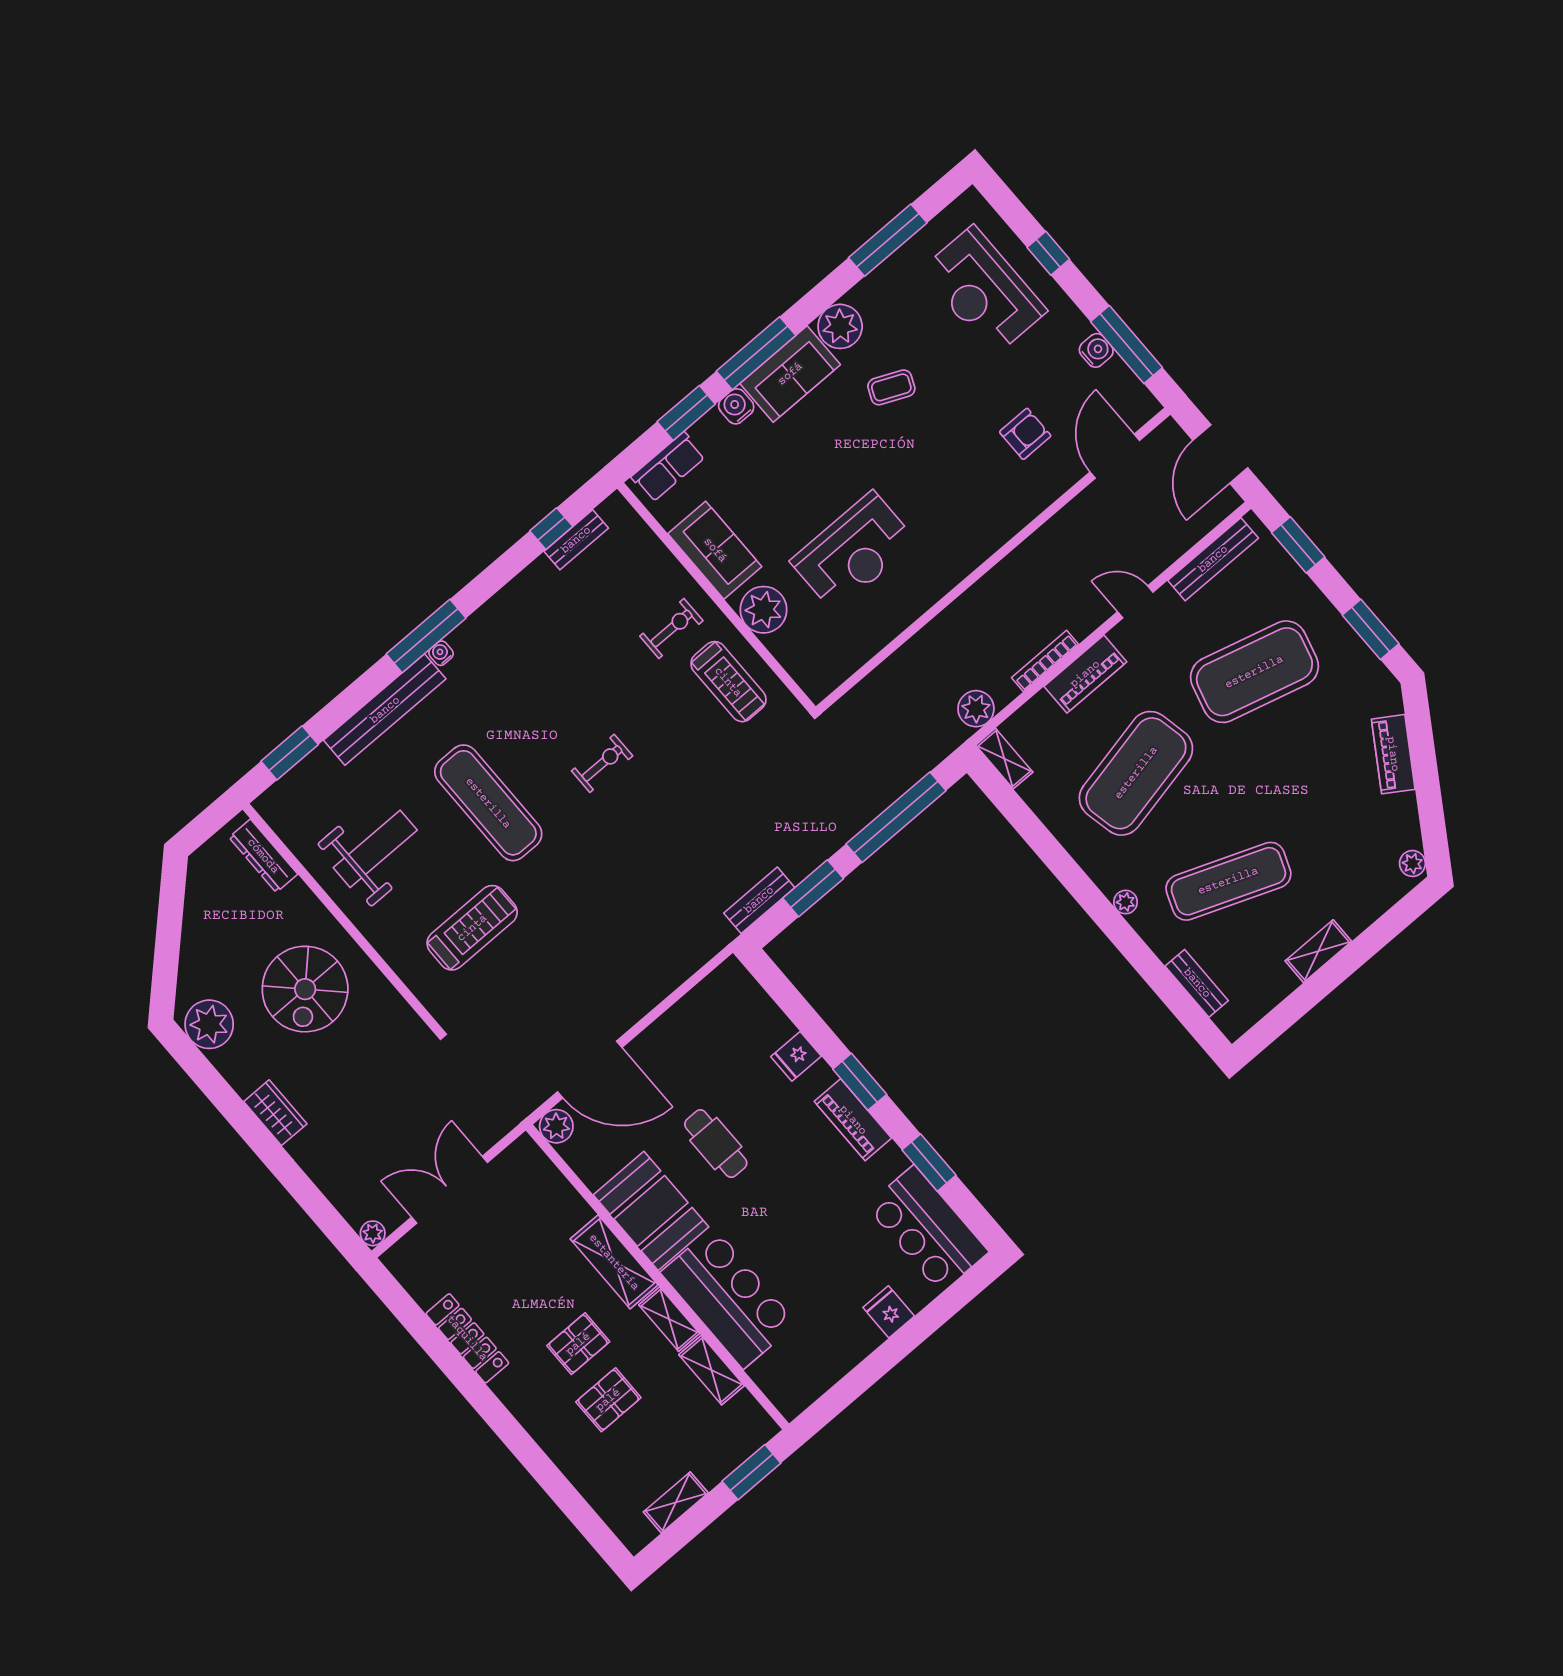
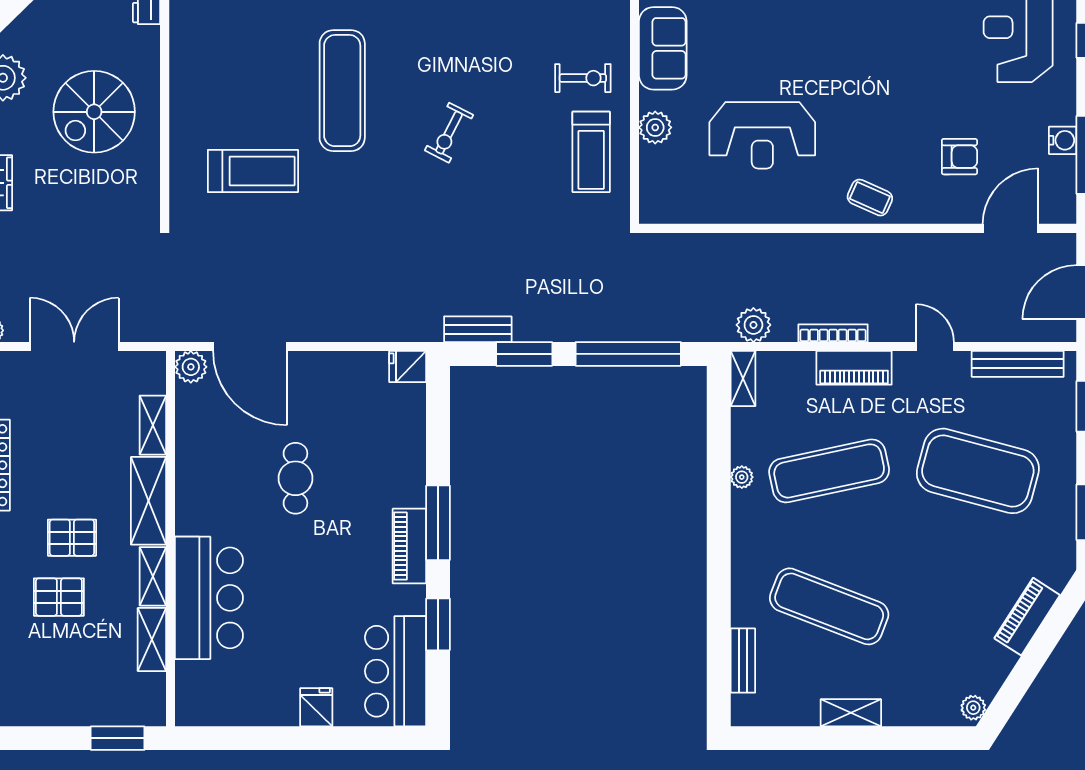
coffee table: (891, 387) -> (870, 198), moved
plant: (764, 610) -> (655, 127), width x0.73, depth x0.73
exercise bike: (602, 763) -> (449, 133), turned 117
exercise mat: (1136, 773) -> (829, 471), width x0.68
weight bench: (375, 849) -> (232, 54), removed
plant: (1126, 902) -> (742, 477), moved
fridge: (796, 1056) -> (408, 367), moved
window: (860, 1082) -> (438, 523), width x1.44
booth: (651, 1211) -> (207, 487), removed
shelving: (676, 1502) -> (153, 425), moved, turned 90

